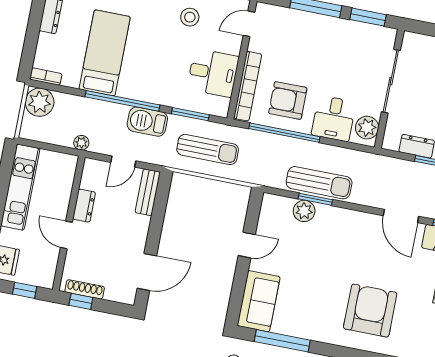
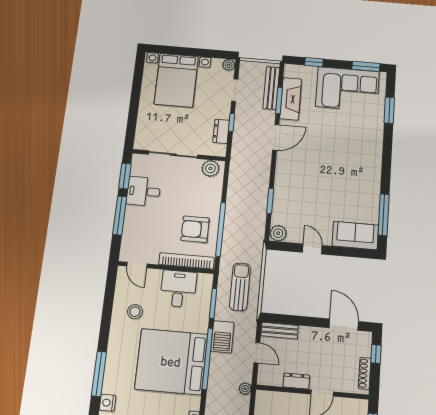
bed: (105, 53) -> (171, 362), width x2.04
armchair: (288, 100) -> (195, 229), turned 90
desk: (334, 118) -> (144, 191), moved, turned 180
sun lounger: (319, 183) -> (257, 199), removed
plant: (304, 211) -> (278, 233), moved
window: (81, 301) -> (376, 354), moved
armchair: (370, 311) -> (351, 152), removed

